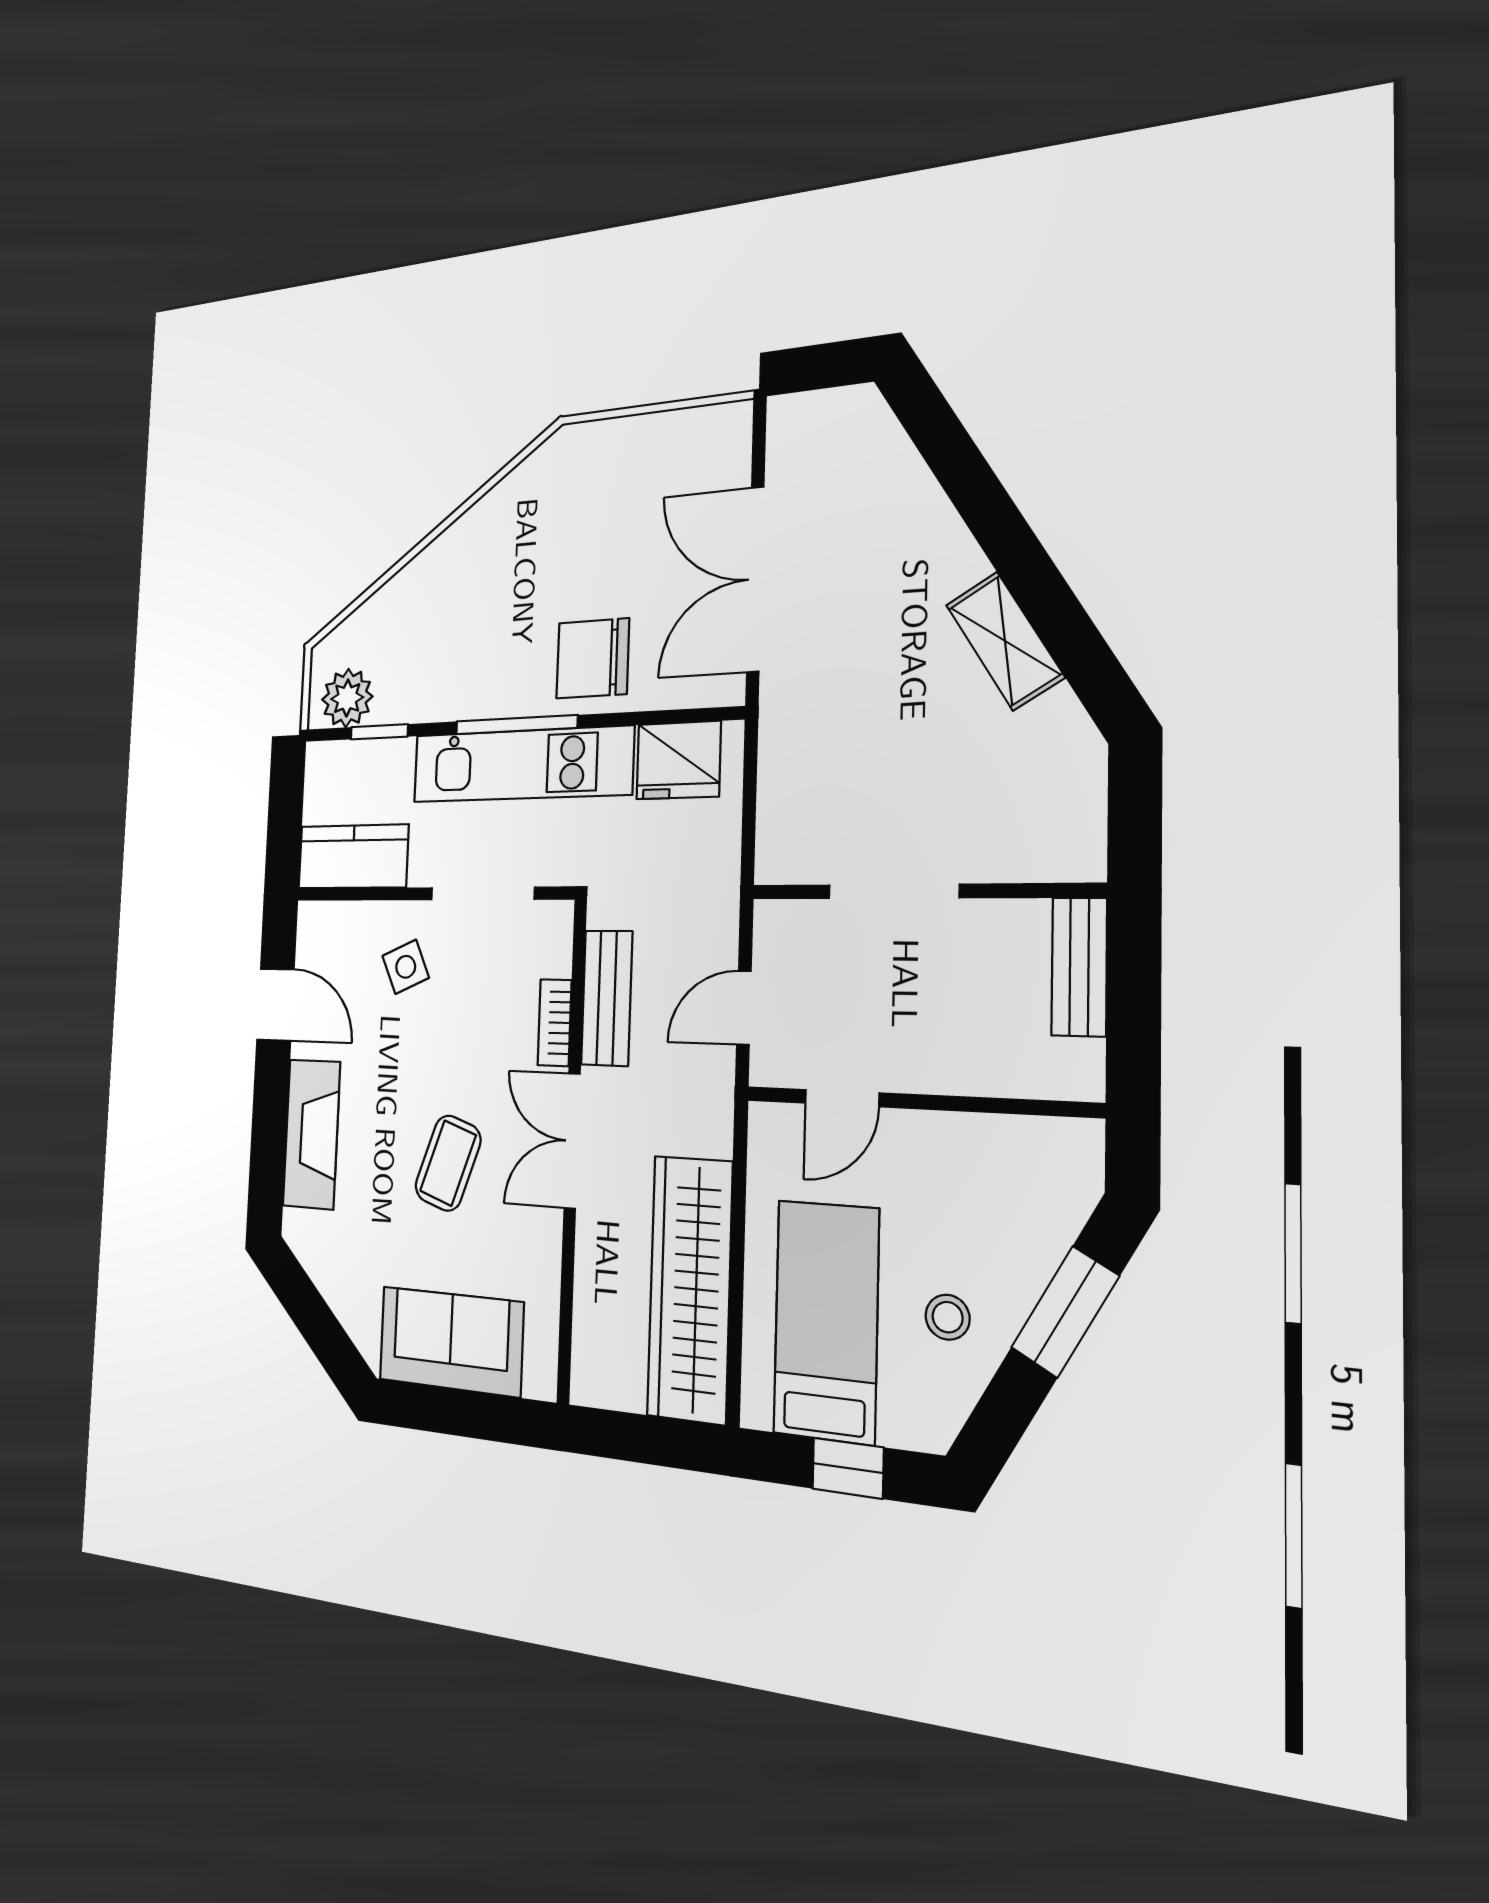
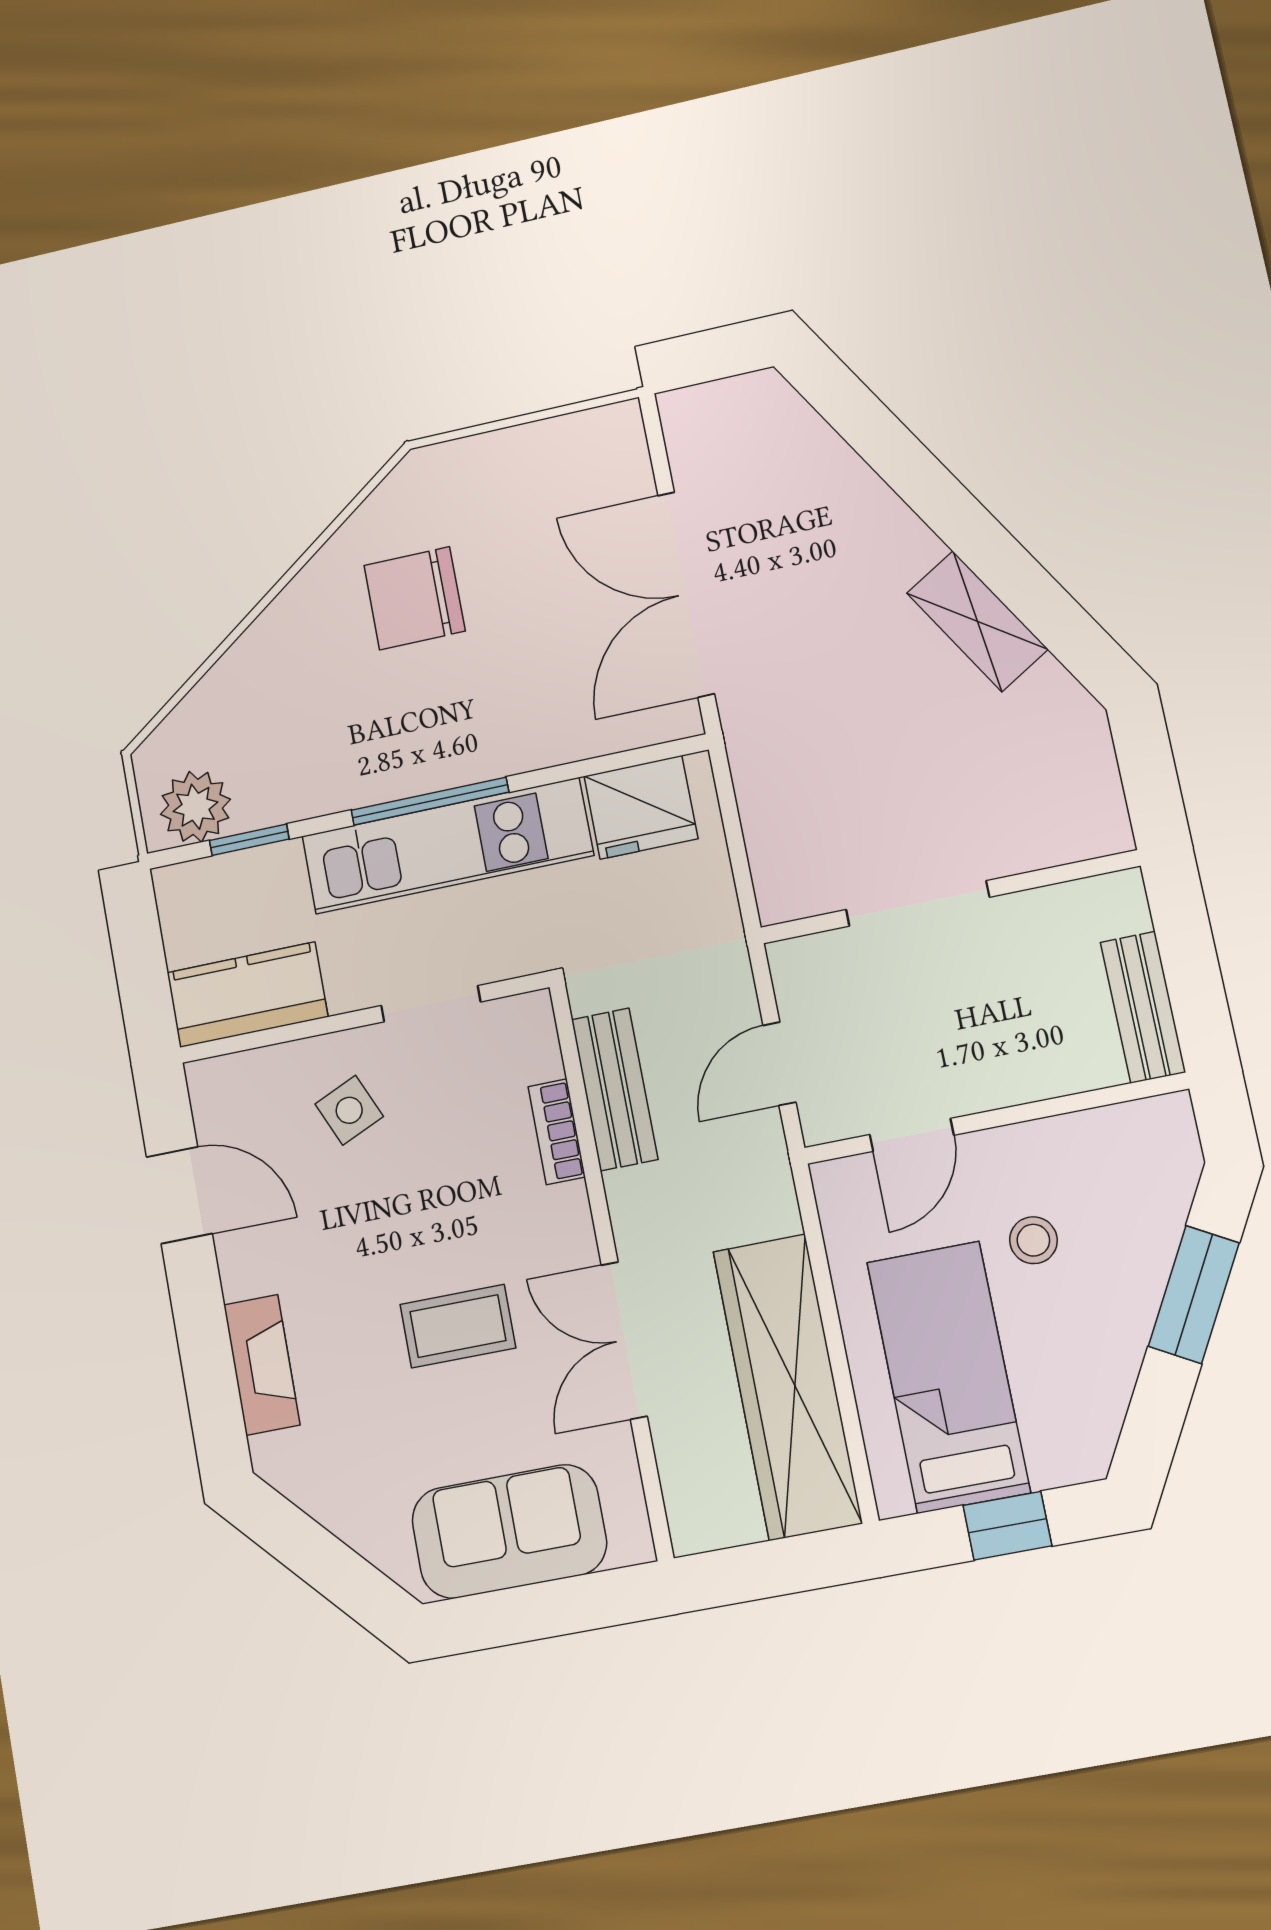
chair: (593, 658) -> (415, 598), moved
doorway: (482, 893) -> (431, 1004), width x0.73
bench: (1079, 967) -> (1143, 1007), moved
fireplace: (311, 1134) -> (262, 1365), width x0.73, depth x0.76
double door: (572, 1141) -> (624, 1340), moved
coffee table: (448, 1163) -> (458, 1326), turned 71
stool: (948, 1317) -> (1033, 1240), moved

